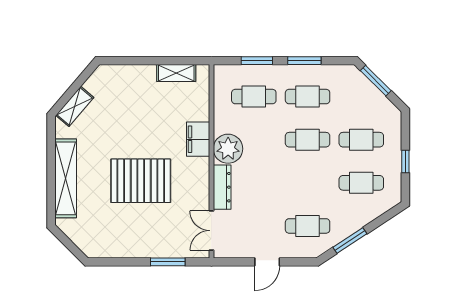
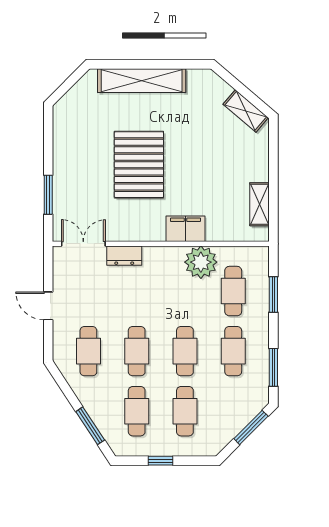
window: (304, 61) -> (273, 367), moved
shelving: (75, 106) -> (246, 111), moved
plant: (228, 149) -> (201, 262), moved
cafe table: (308, 183) -> (137, 351), added
dresser: (222, 187) -> (124, 256), width x0.70
window: (350, 240) -> (90, 426), moved

